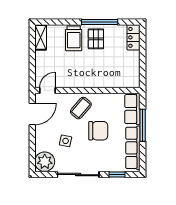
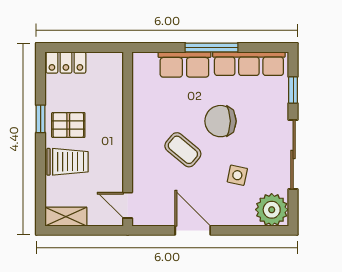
window: (100, 22) -> (41, 119), width x0.46
door: (47, 90) -> (128, 205), moved
wall: (87, 90) -> (128, 139), moved
chair: (98, 131) -> (220, 121), turned -90

